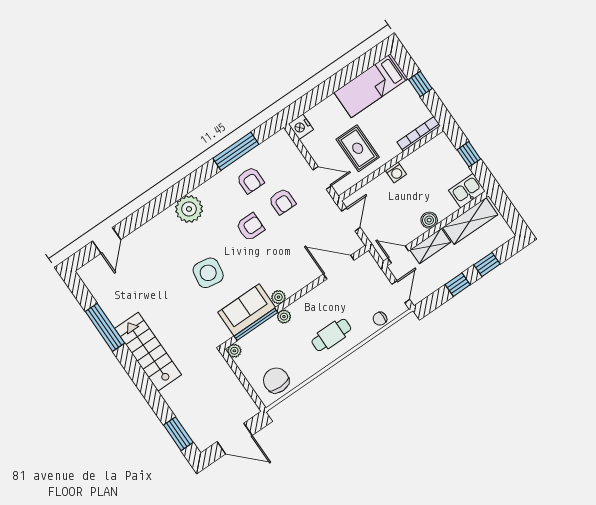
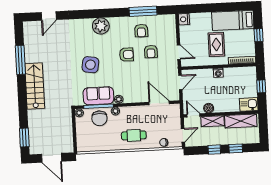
rug: (358, 148) -> (216, 44), moved
boiler: (429, 220) -> (209, 108), moved
chair: (276, 380) -> (99, 118), moved, turned 180

